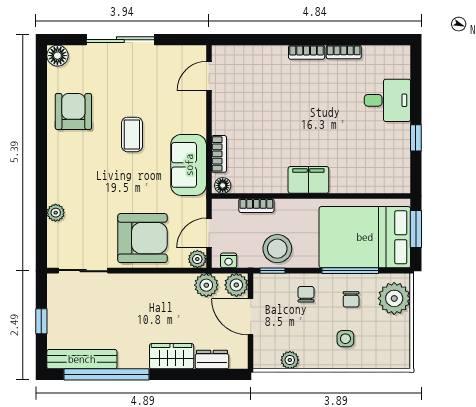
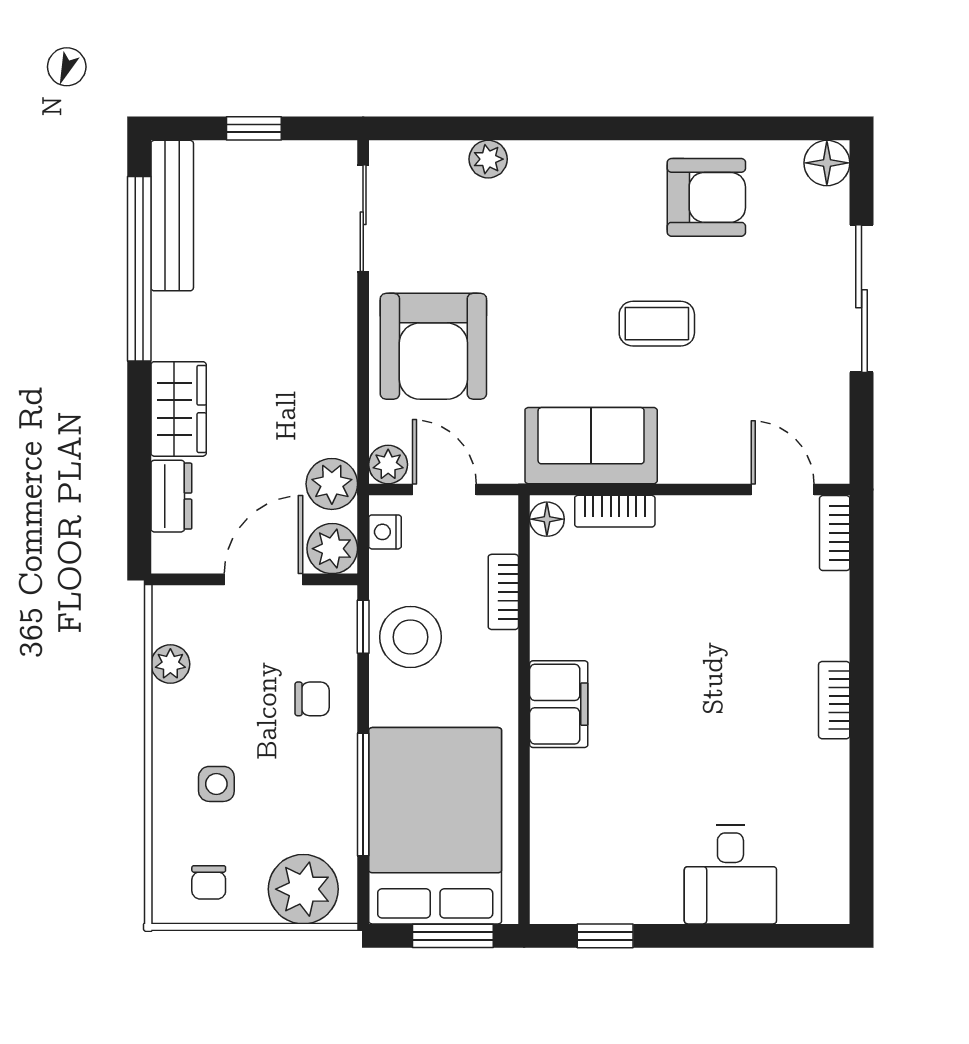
bookcase: (344, 52) -> (835, 533), moved
window: (416, 138) -> (605, 936), moved
chair: (351, 299) -> (209, 882), moved, turned -90

